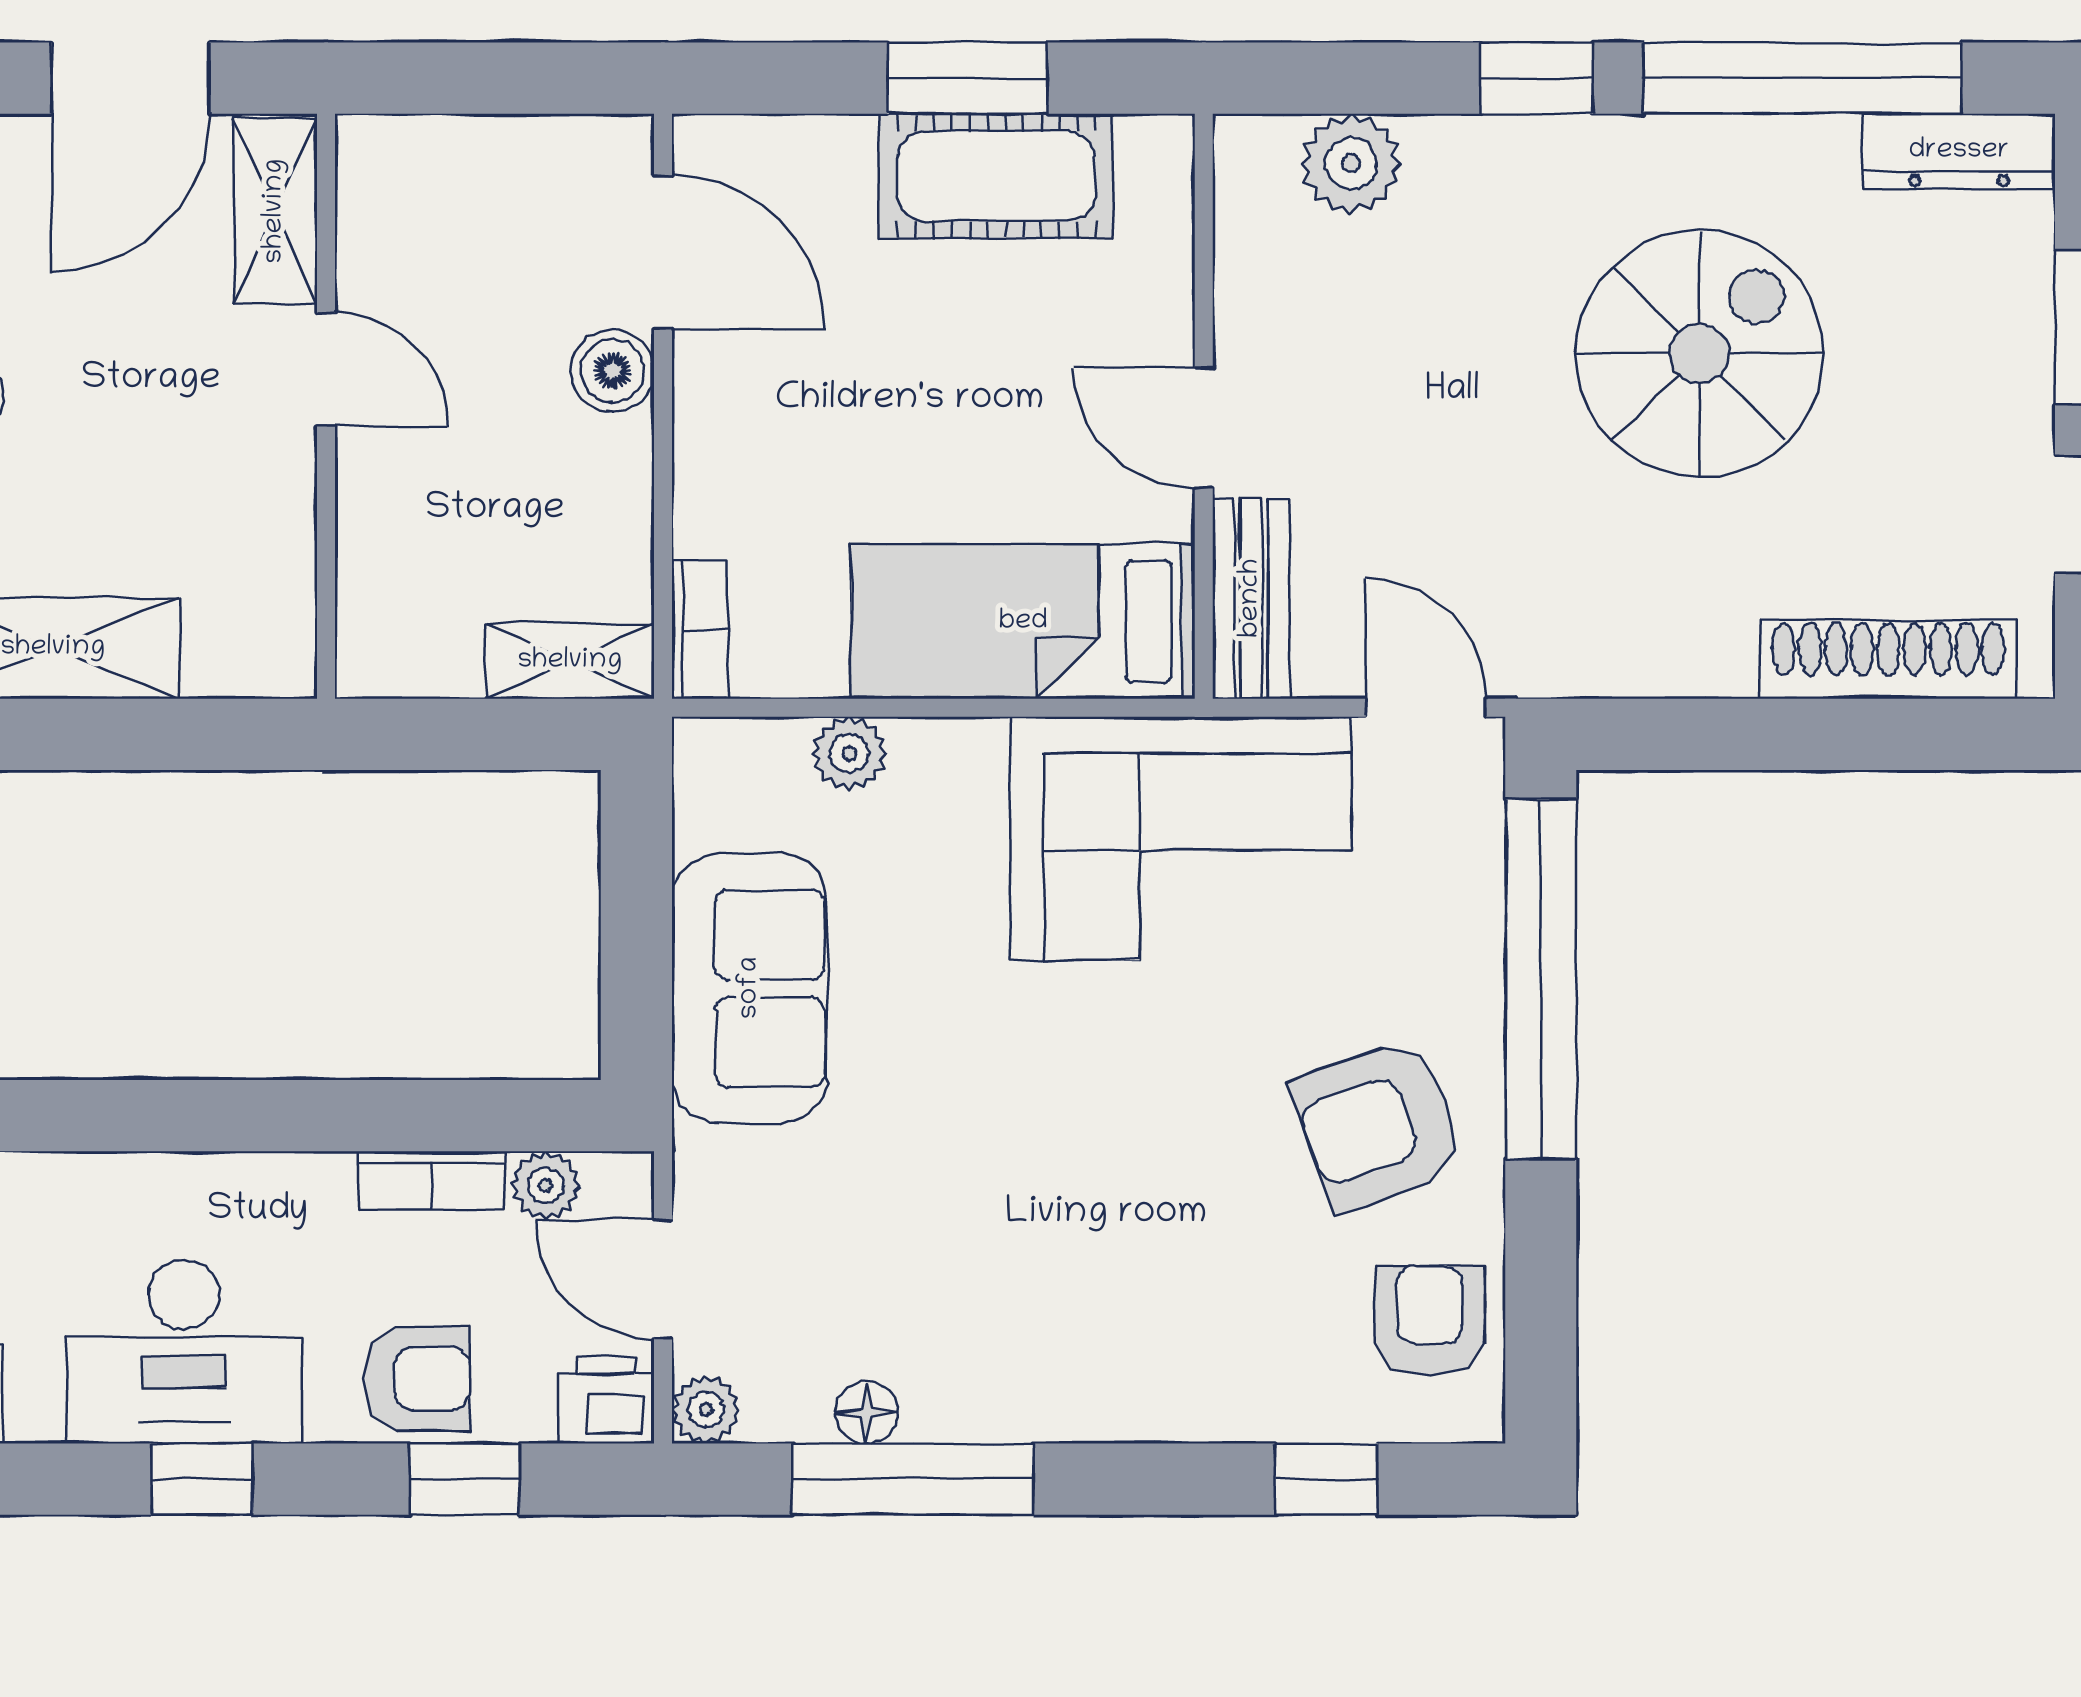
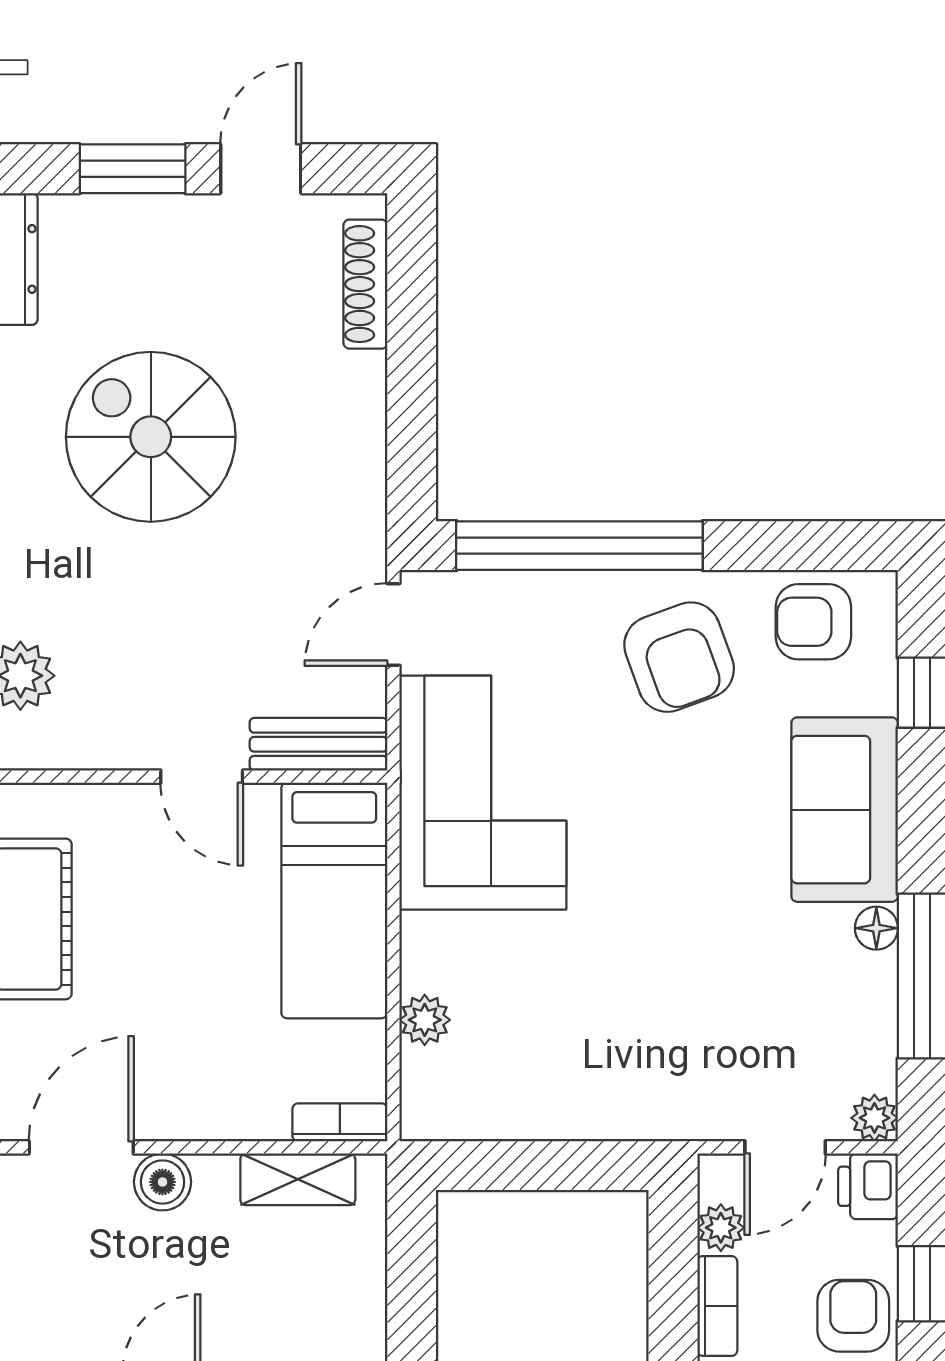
door: (1204, 428) -> (202, 777), hinge flipped
shoe rack: (1888, 659) -> (365, 284), width x0.74, depth x0.81
shelving: (570, 661) -> (298, 1179), moved, turned 90
sofa: (750, 988) -> (845, 810), moved, turned -90
floor lamp: (867, 1412) -> (876, 928), moved

